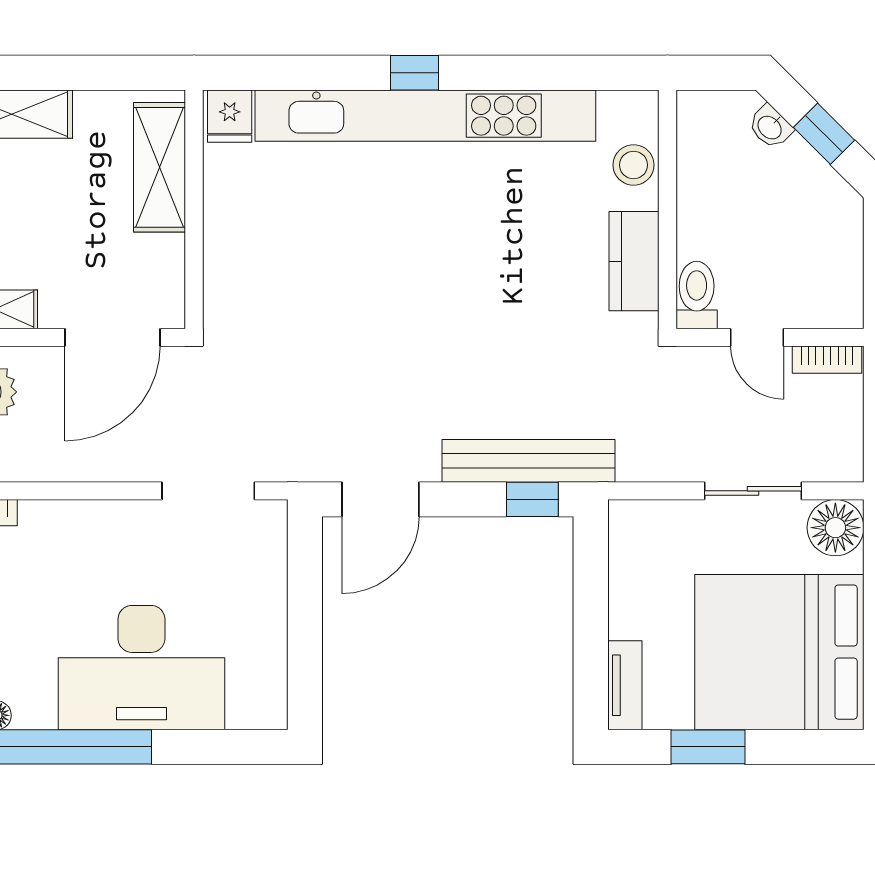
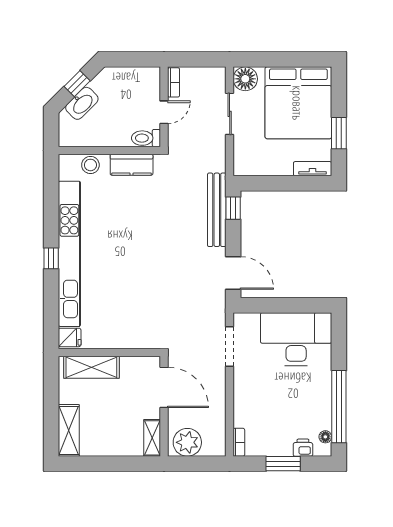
washbasin: (770, 127) -> (82, 103), width x1.91, depth x1.45
desk: (141, 668) -> (296, 339), moved, turned -90

